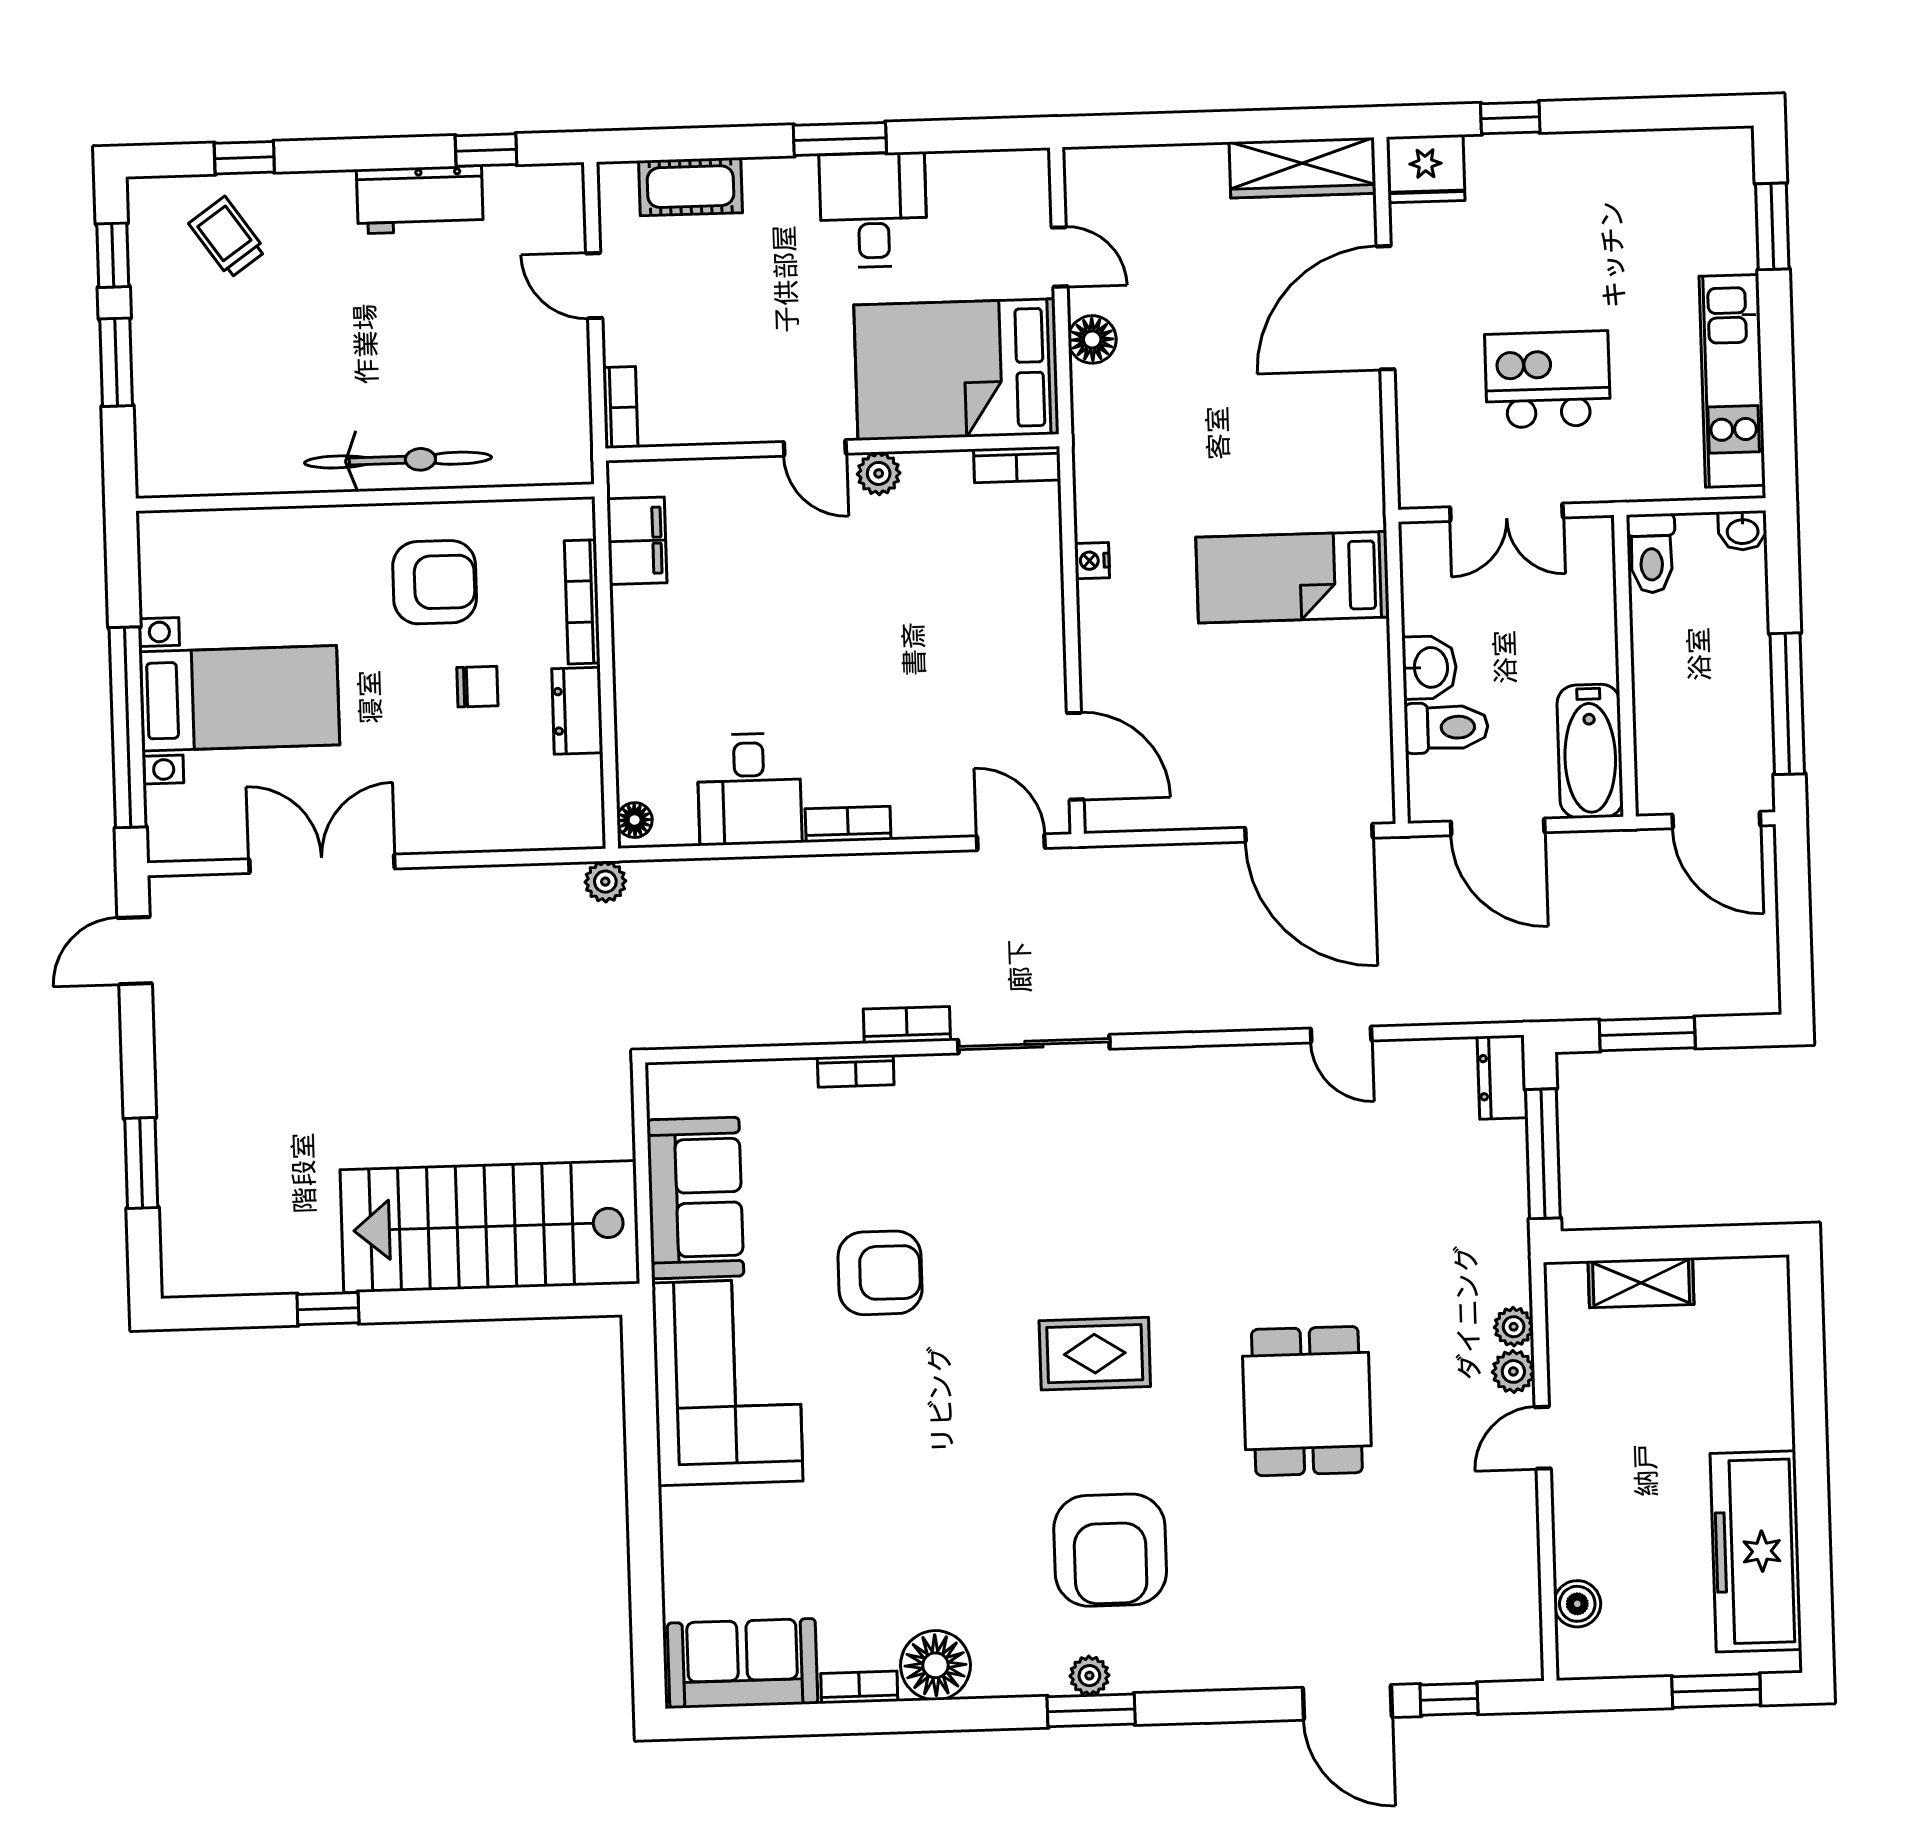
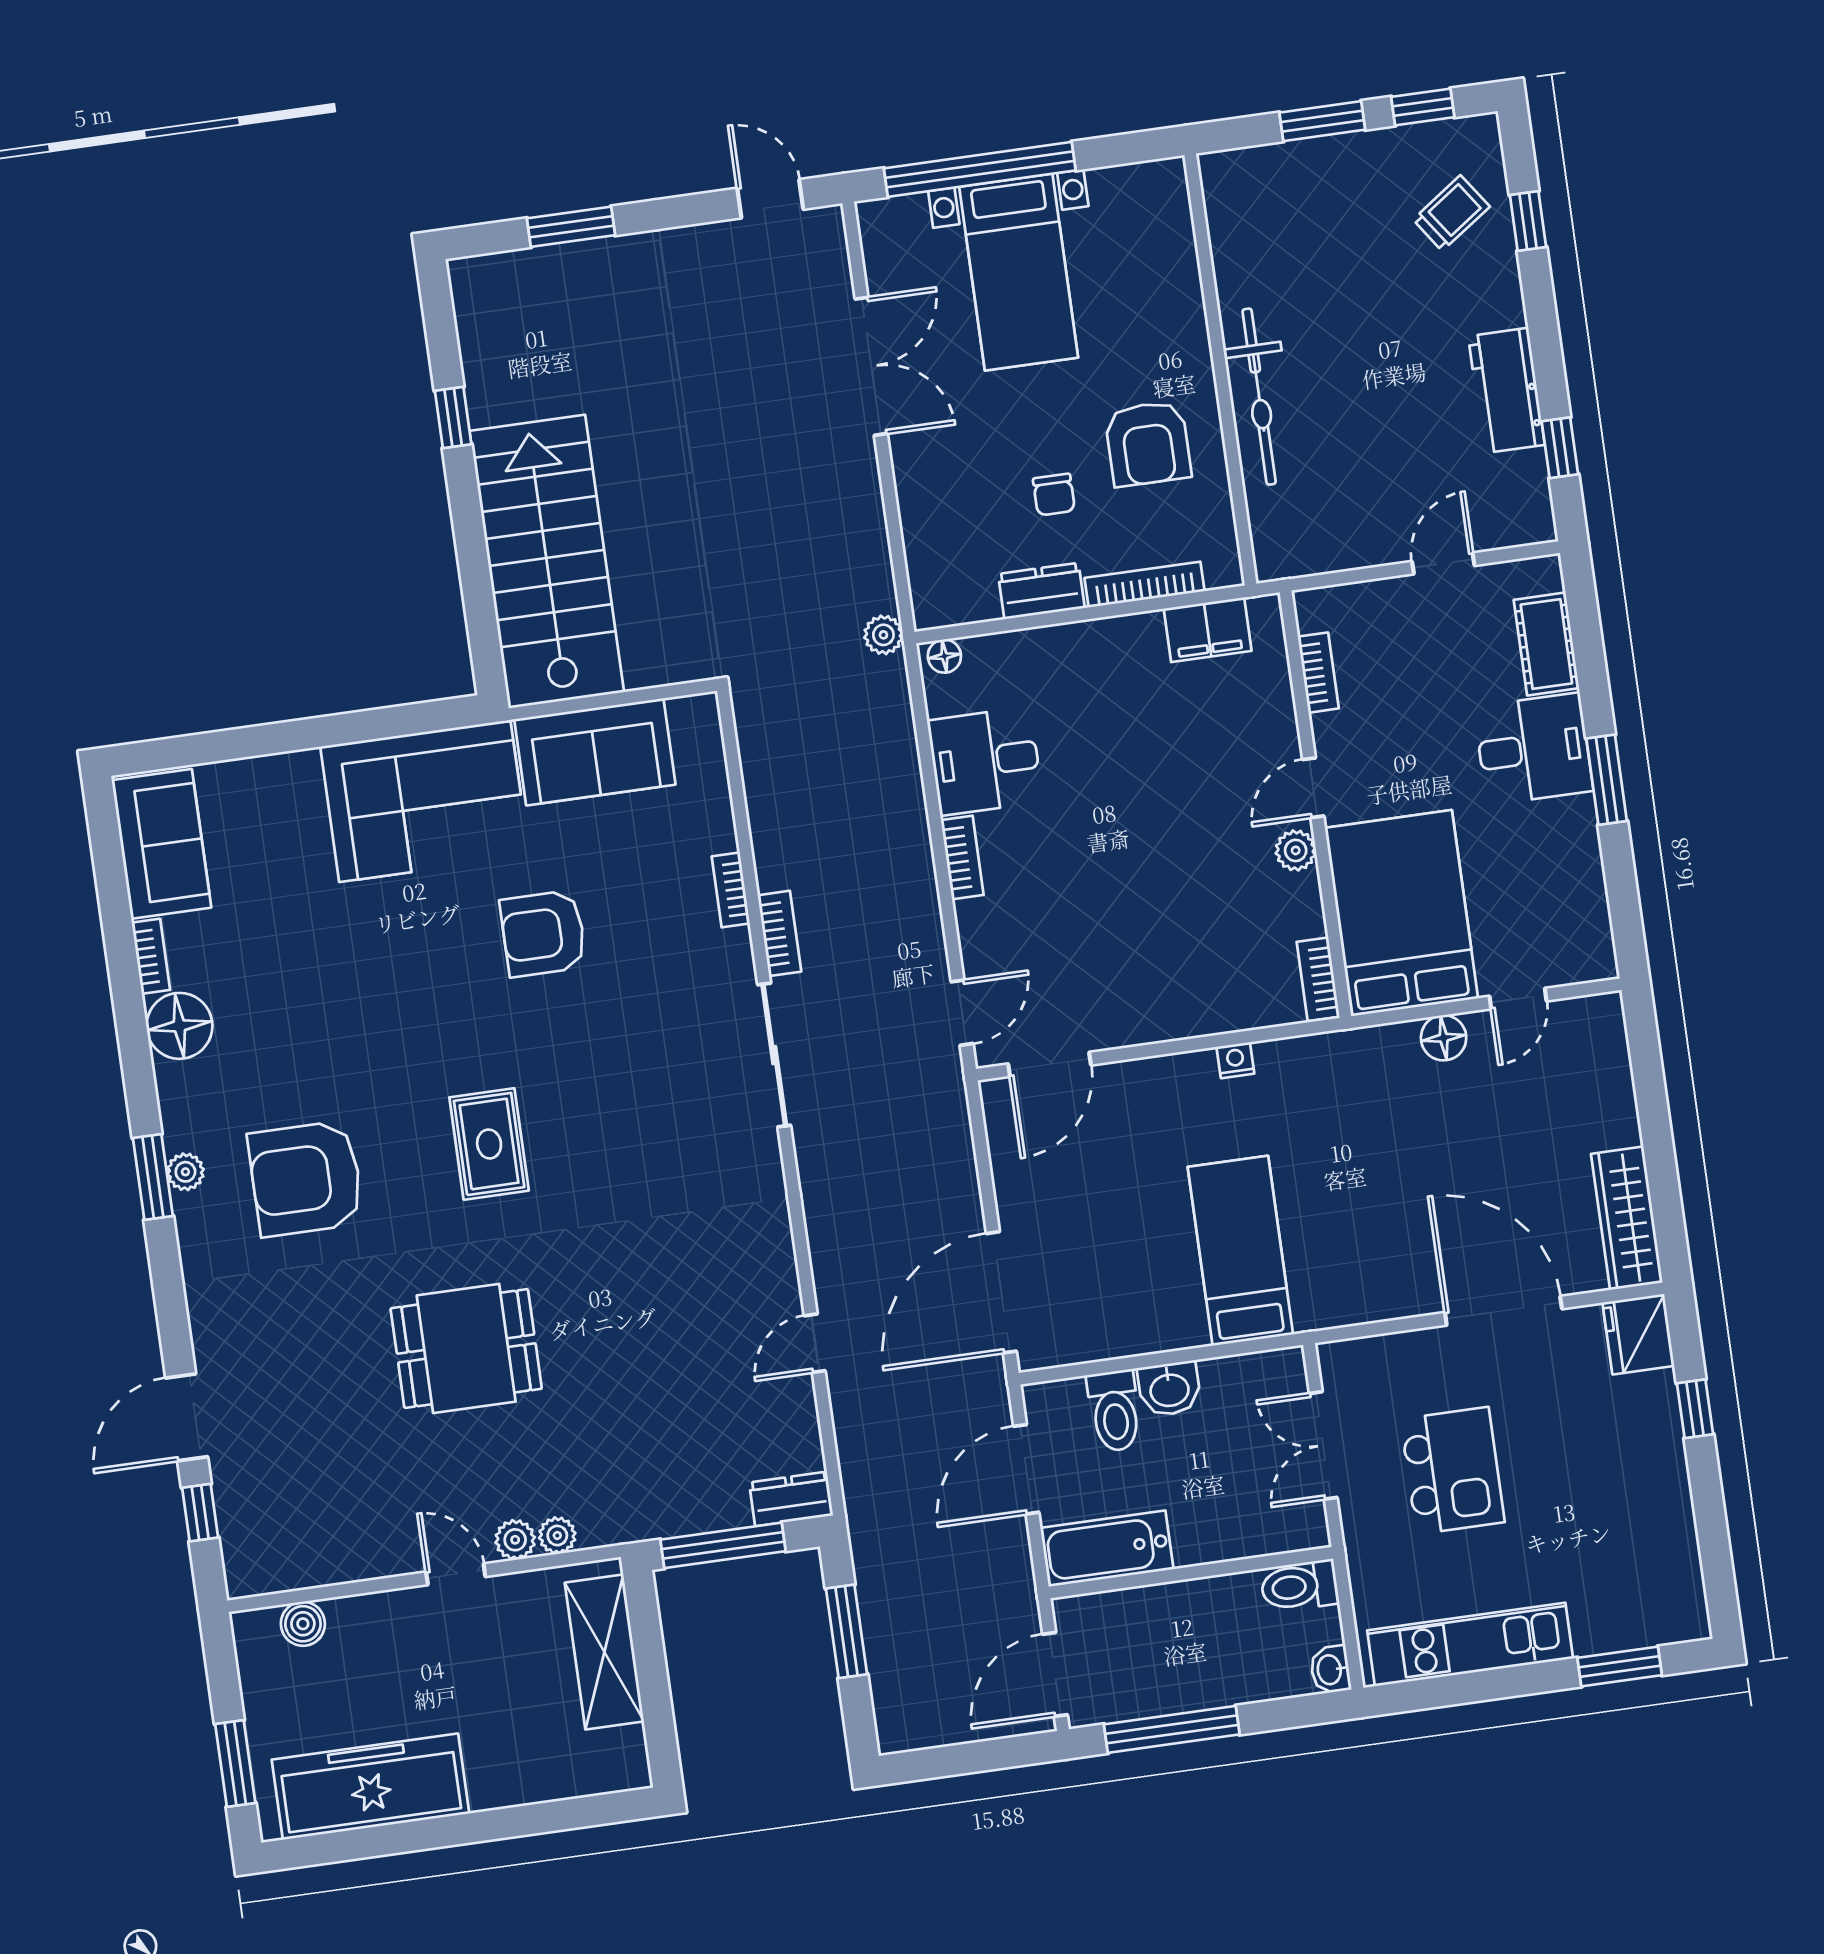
desk: (873, 210) -> (1533, 749), moved
bookcase: (620, 407) -> (1318, 673), moved, turned -90
armchair: (880, 1273) -> (543, 934), turned 90
shelving: (1641, 1283) -> (604, 1652), width x1.50, depth x1.33

